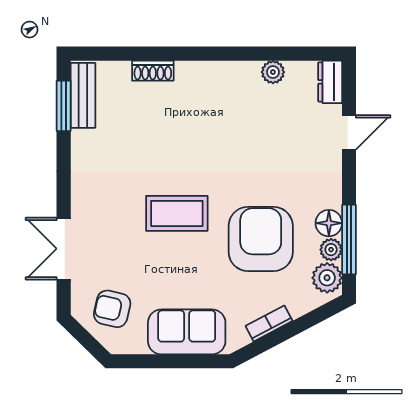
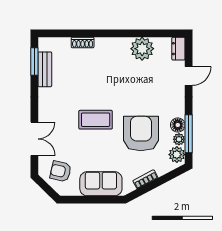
plant: (273, 72) -> (142, 49), width x1.87, depth x1.87
bench: (83, 95) -> (45, 69), moved
double door: (64, 249) -> (34, 139), swing flipped

